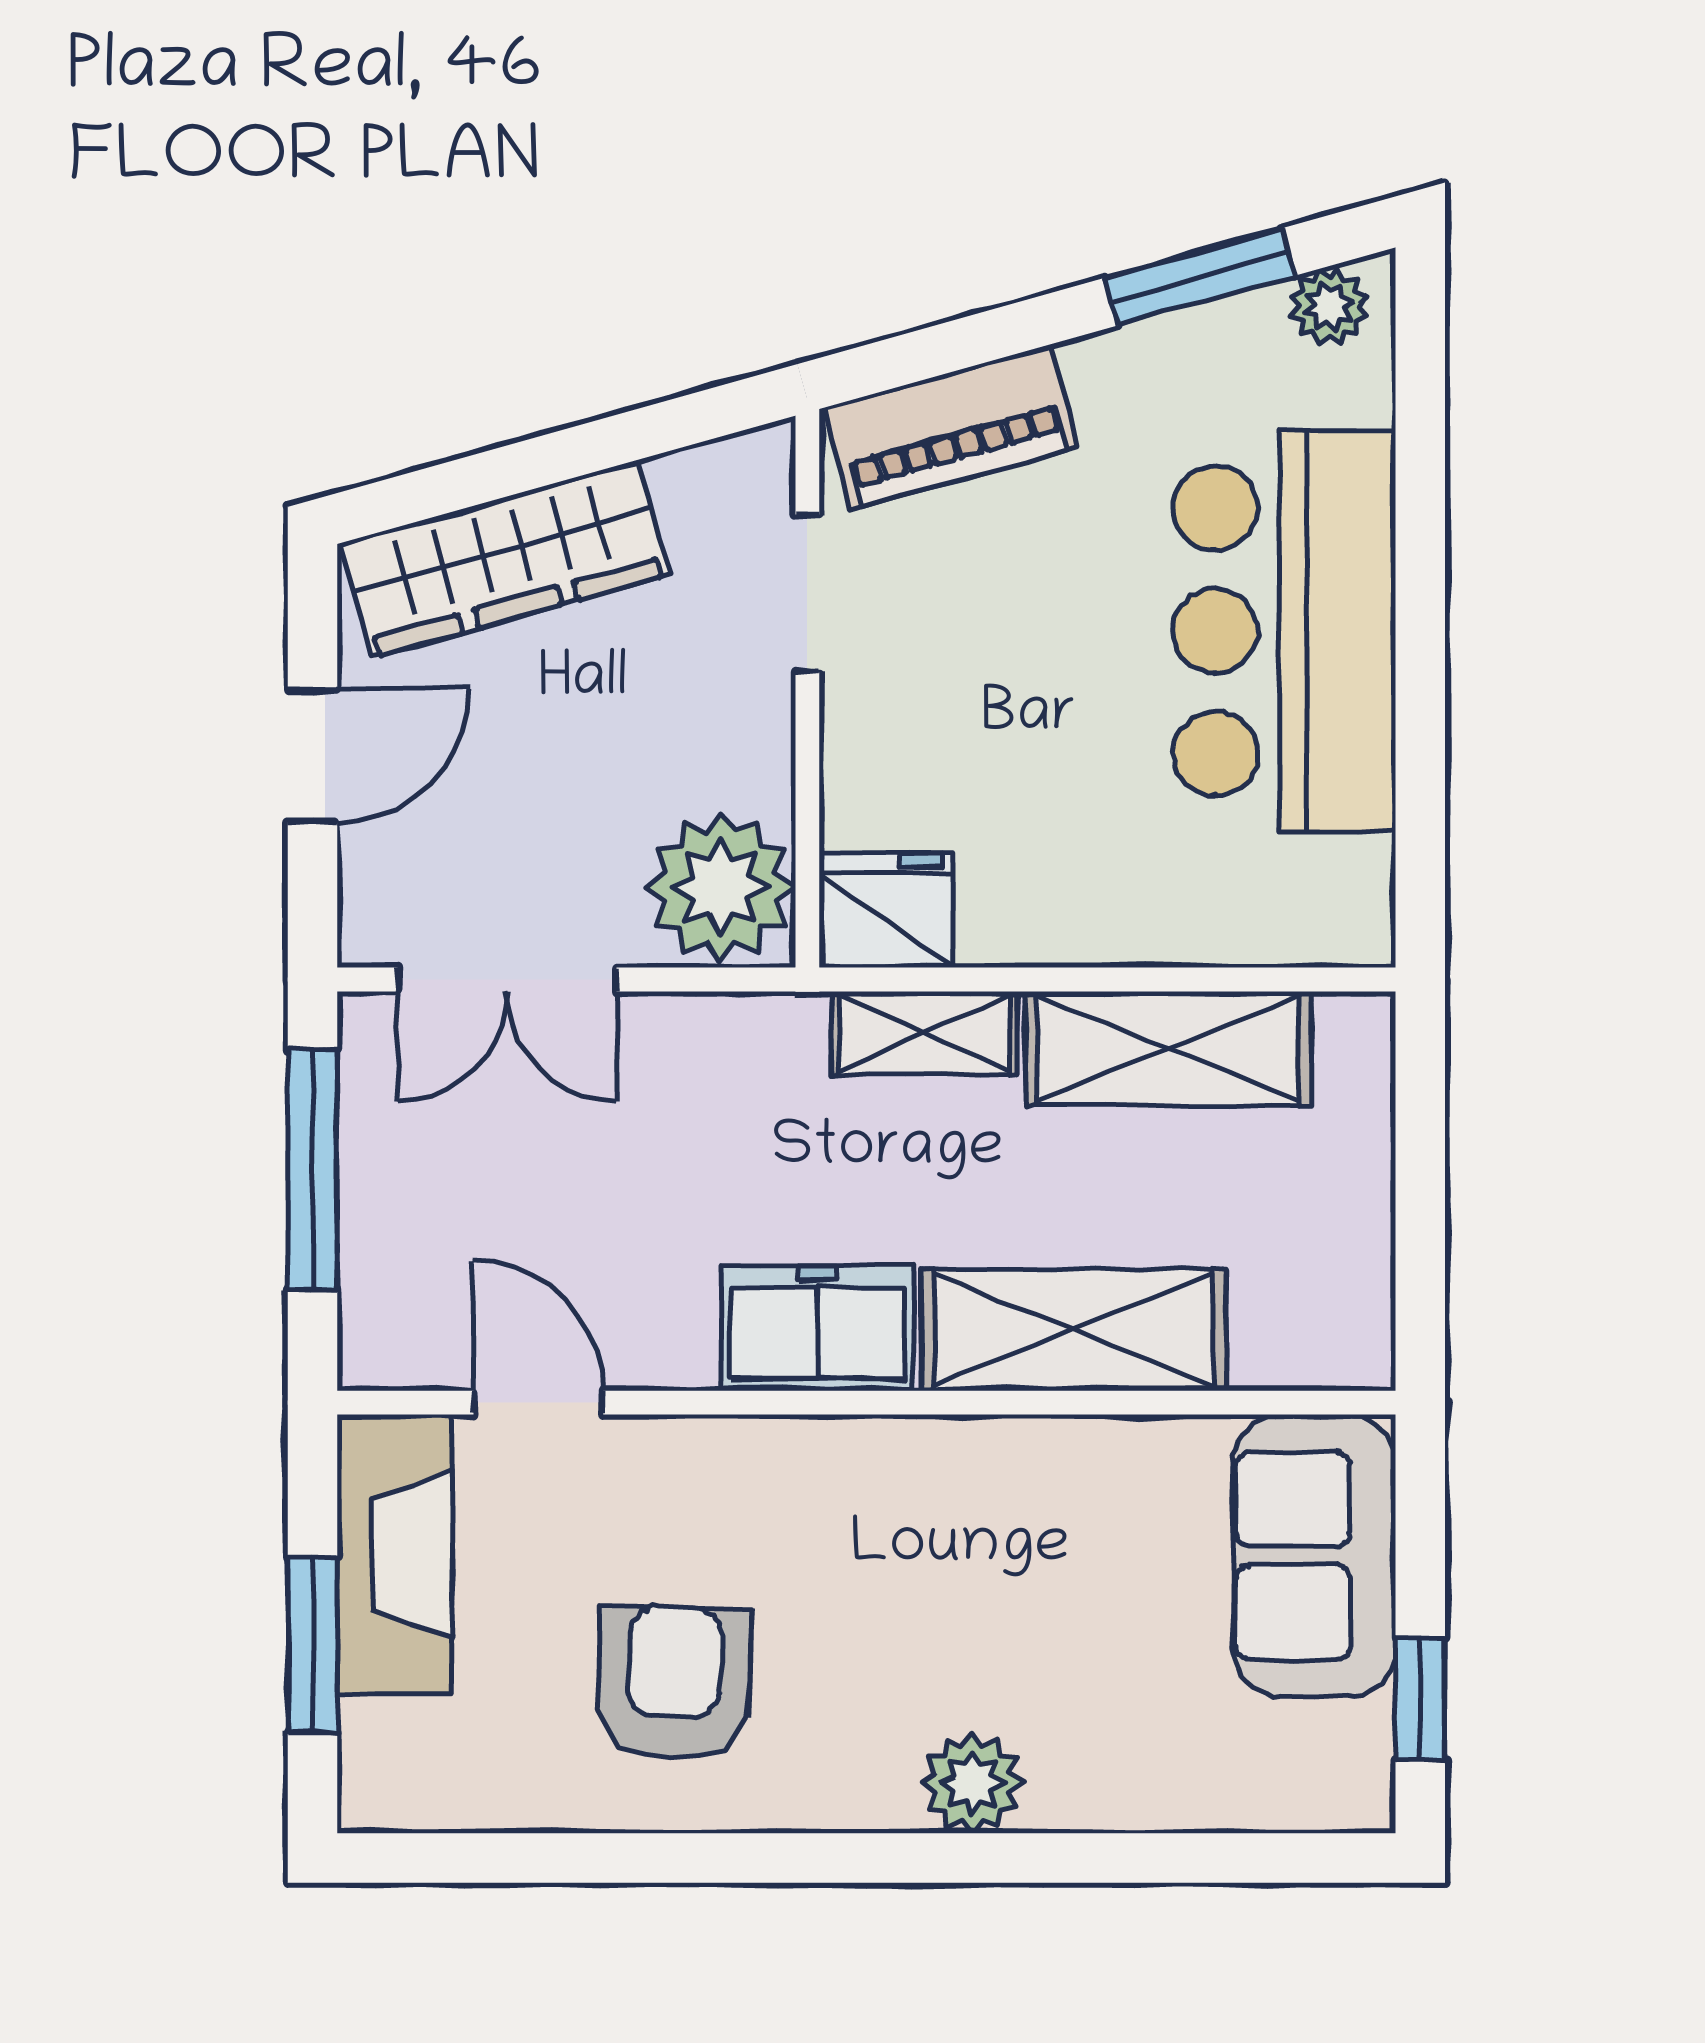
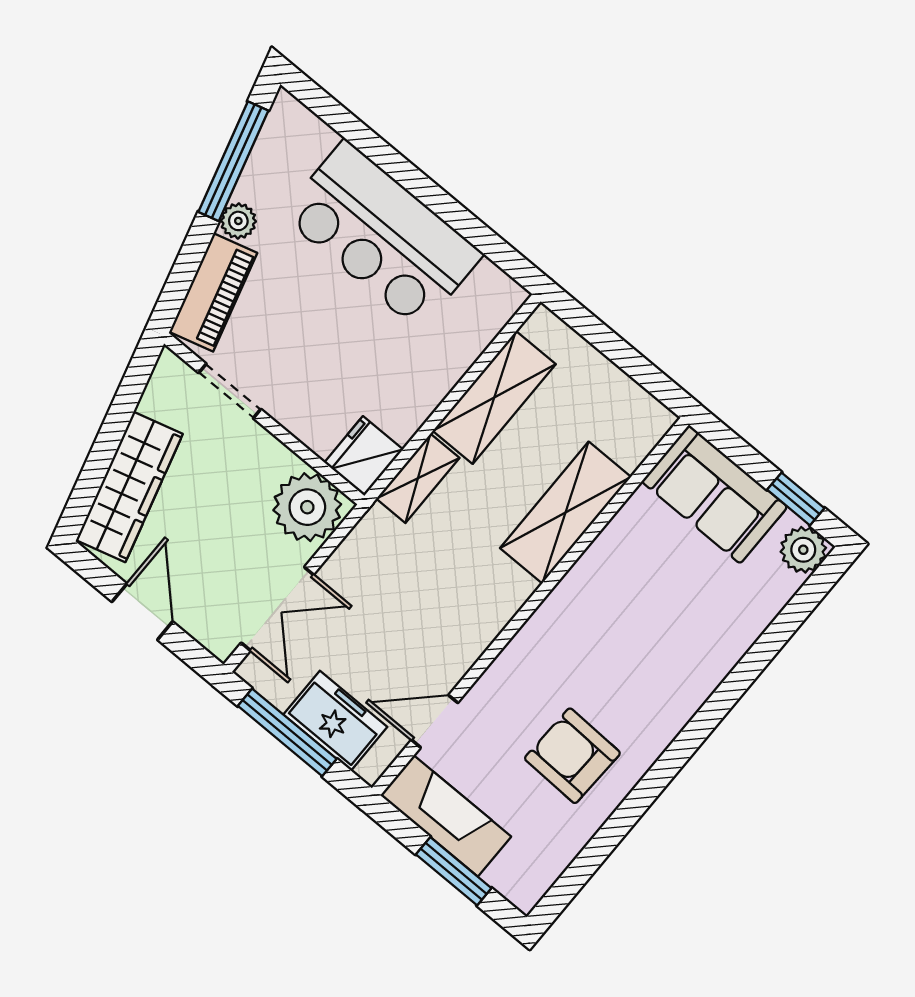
window: (1200, 277) -> (233, 161), width x1.44
plant: (1329, 307) -> (238, 221), moved
freezer: (817, 1328) -> (335, 721), moved, turned 90
plant: (972, 1783) -> (803, 550), moved

